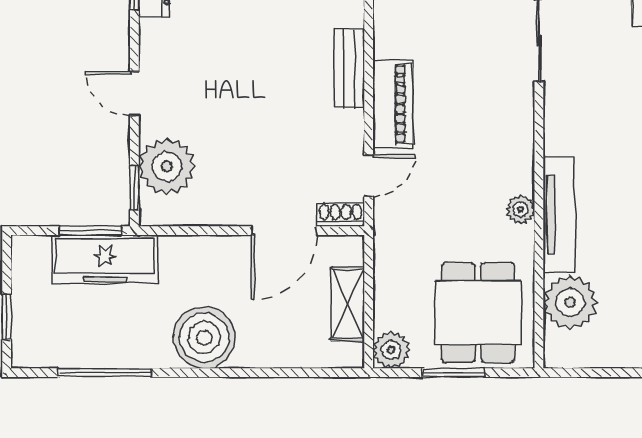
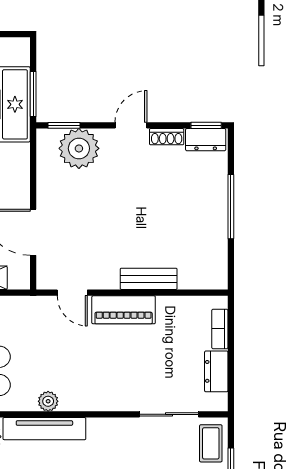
shoe rack: (340, 215) -> (167, 137), moved, turned 90

